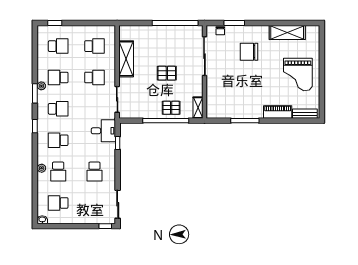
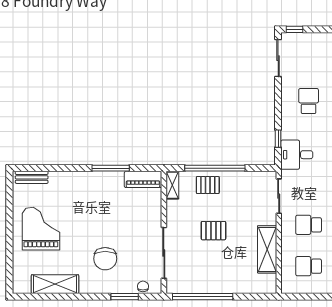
chair: (249, 52) -> (105, 259), turned 90
piano: (278, 112) -> (143, 179), moved

